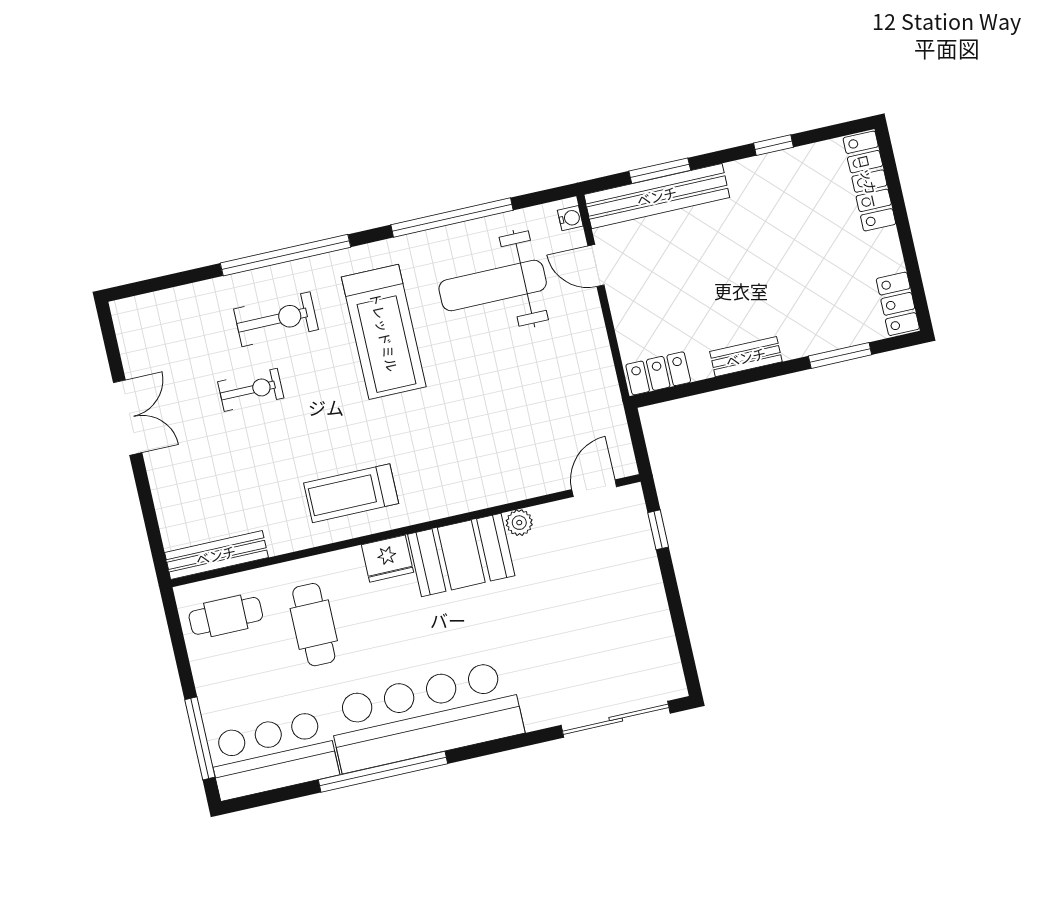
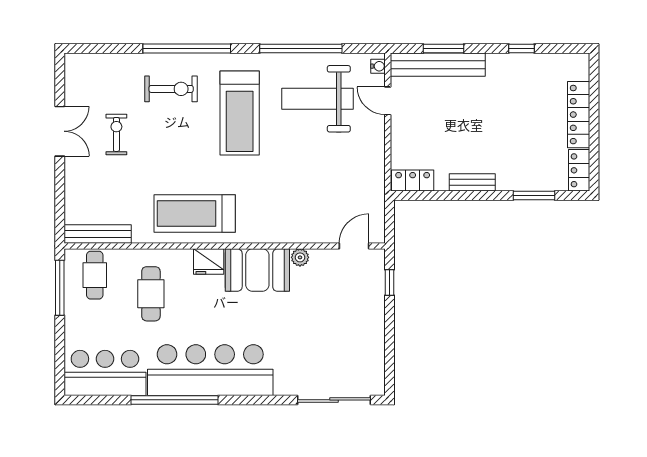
locker: (869, 181) -> (579, 115), moved
exercise bike: (251, 390) -> (116, 134), moved, turned -90
treadmill: (351, 493) -> (195, 214), width x1.37, depth x1.38
cafe table: (226, 616) -> (95, 275), turned 90
window: (200, 738) -> (60, 288), moved

